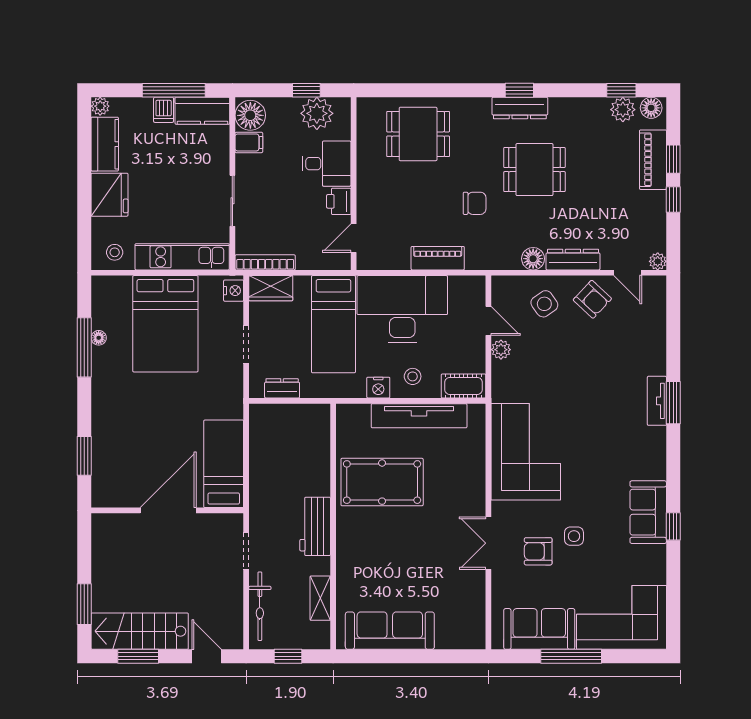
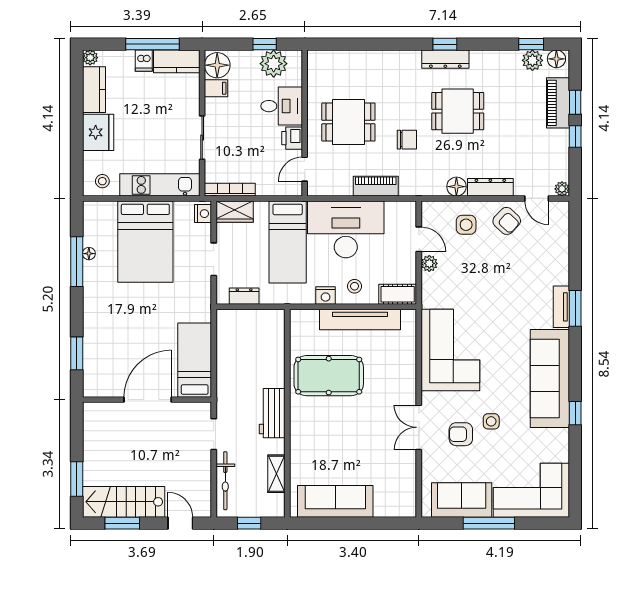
dining table: (418, 134) -> (348, 122), moved
side table: (544, 304) -> (466, 225), turned 35
sofa: (648, 512) -> (550, 378), width x1.85, depth x1.27

